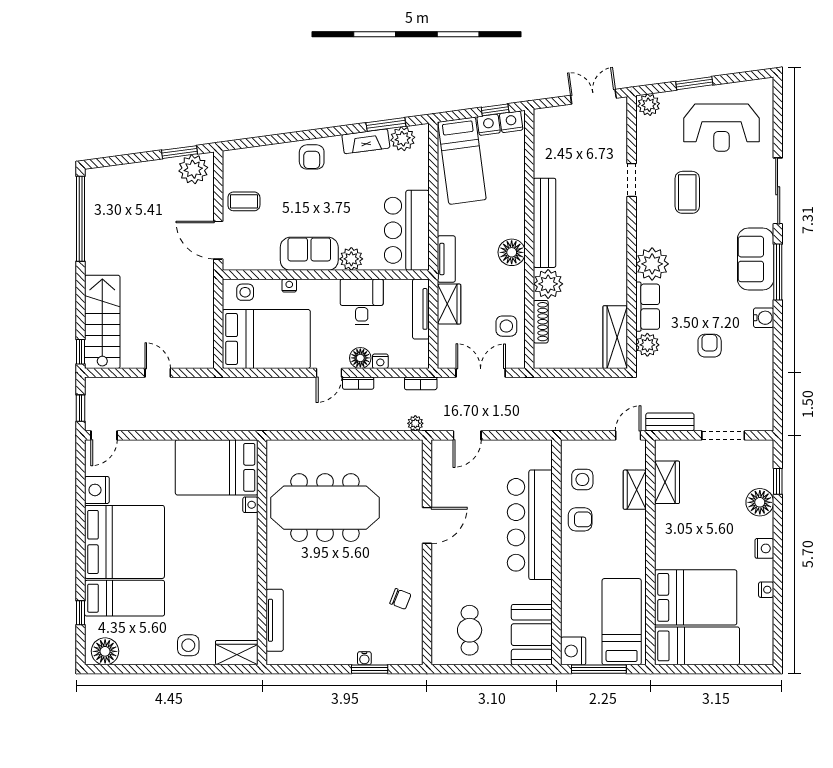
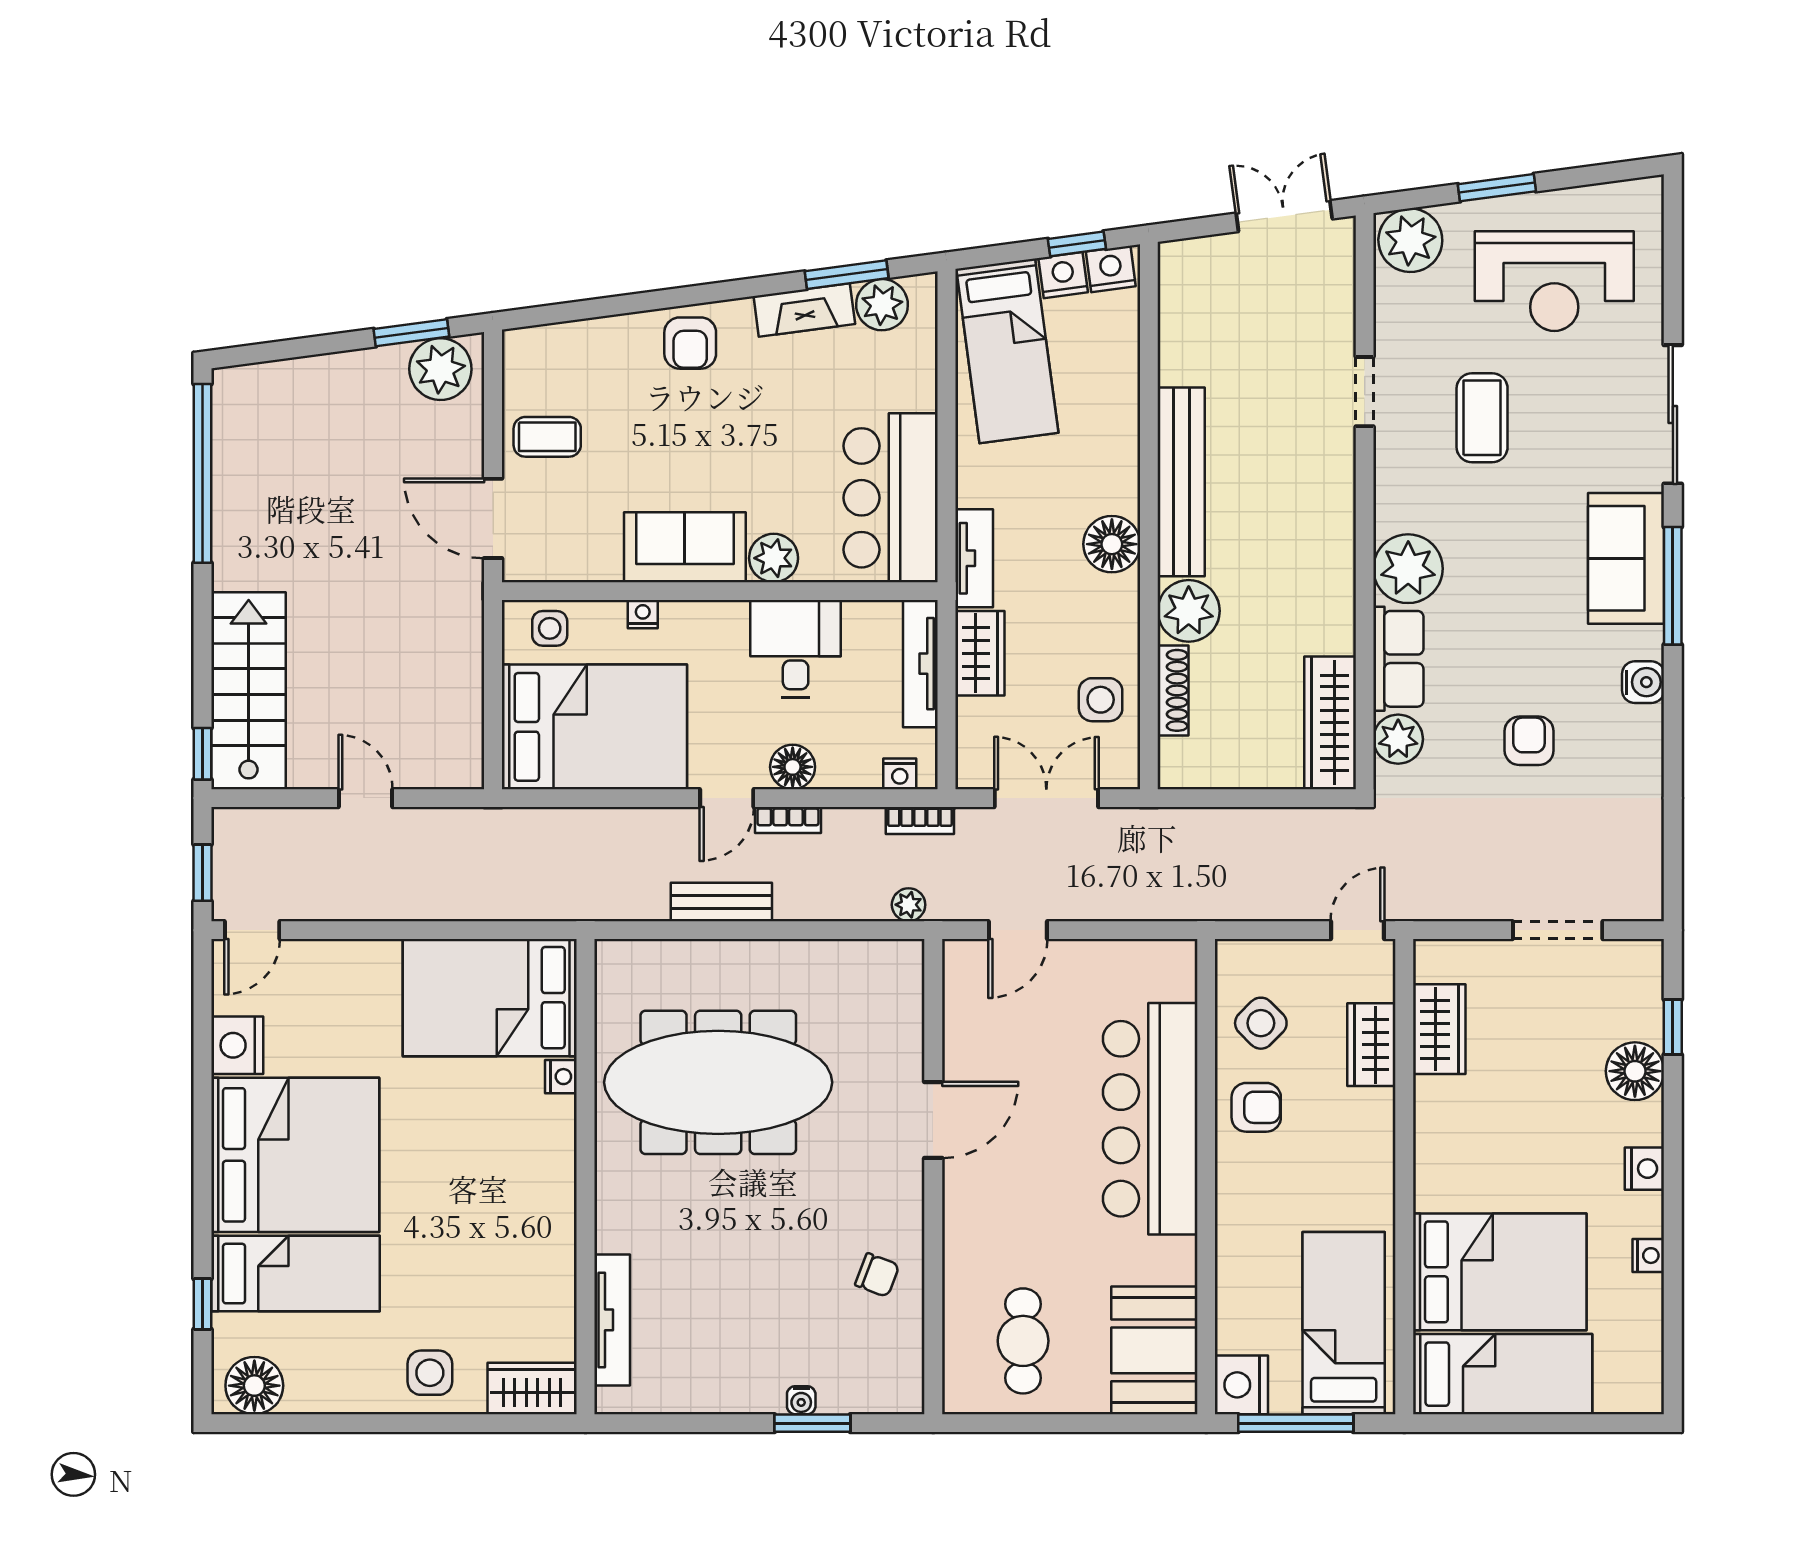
plant: (649, 105) -> (1410, 240), width x1.36, depth x1.36
nightstand: (380, 361) -> (900, 774), moved
bench: (670, 422) -> (721, 902), moved
side table: (582, 479) -> (1261, 1023), turned 45

